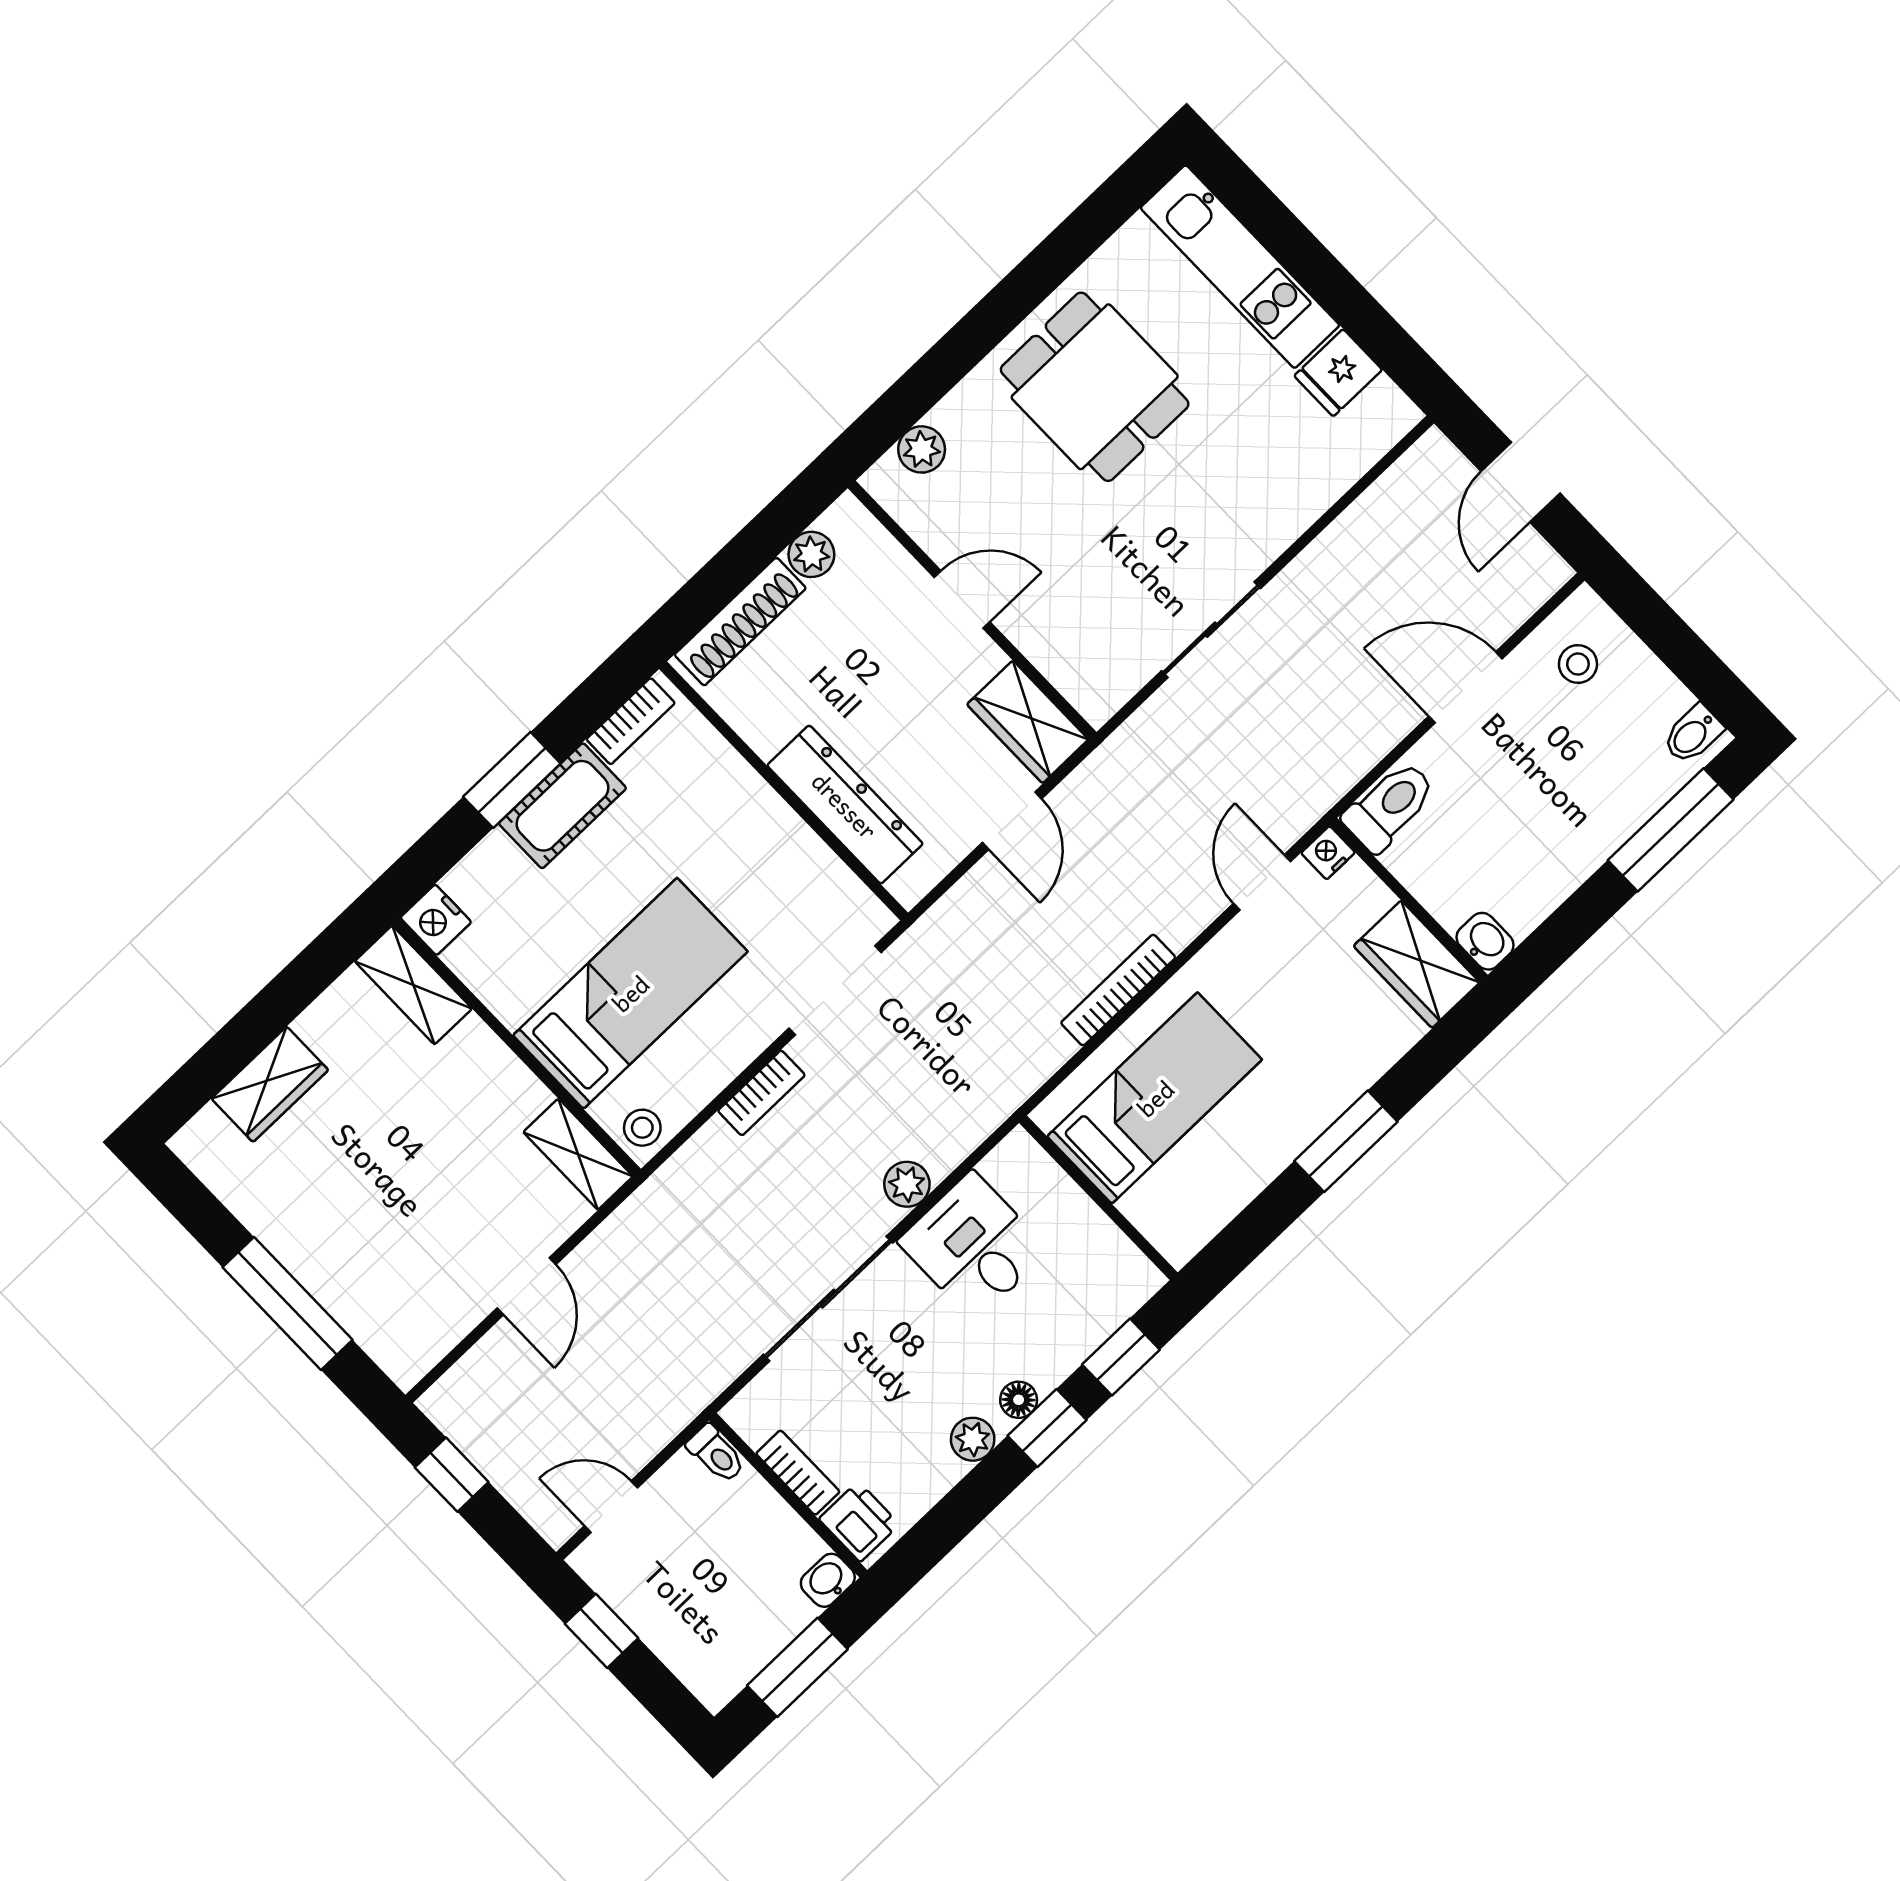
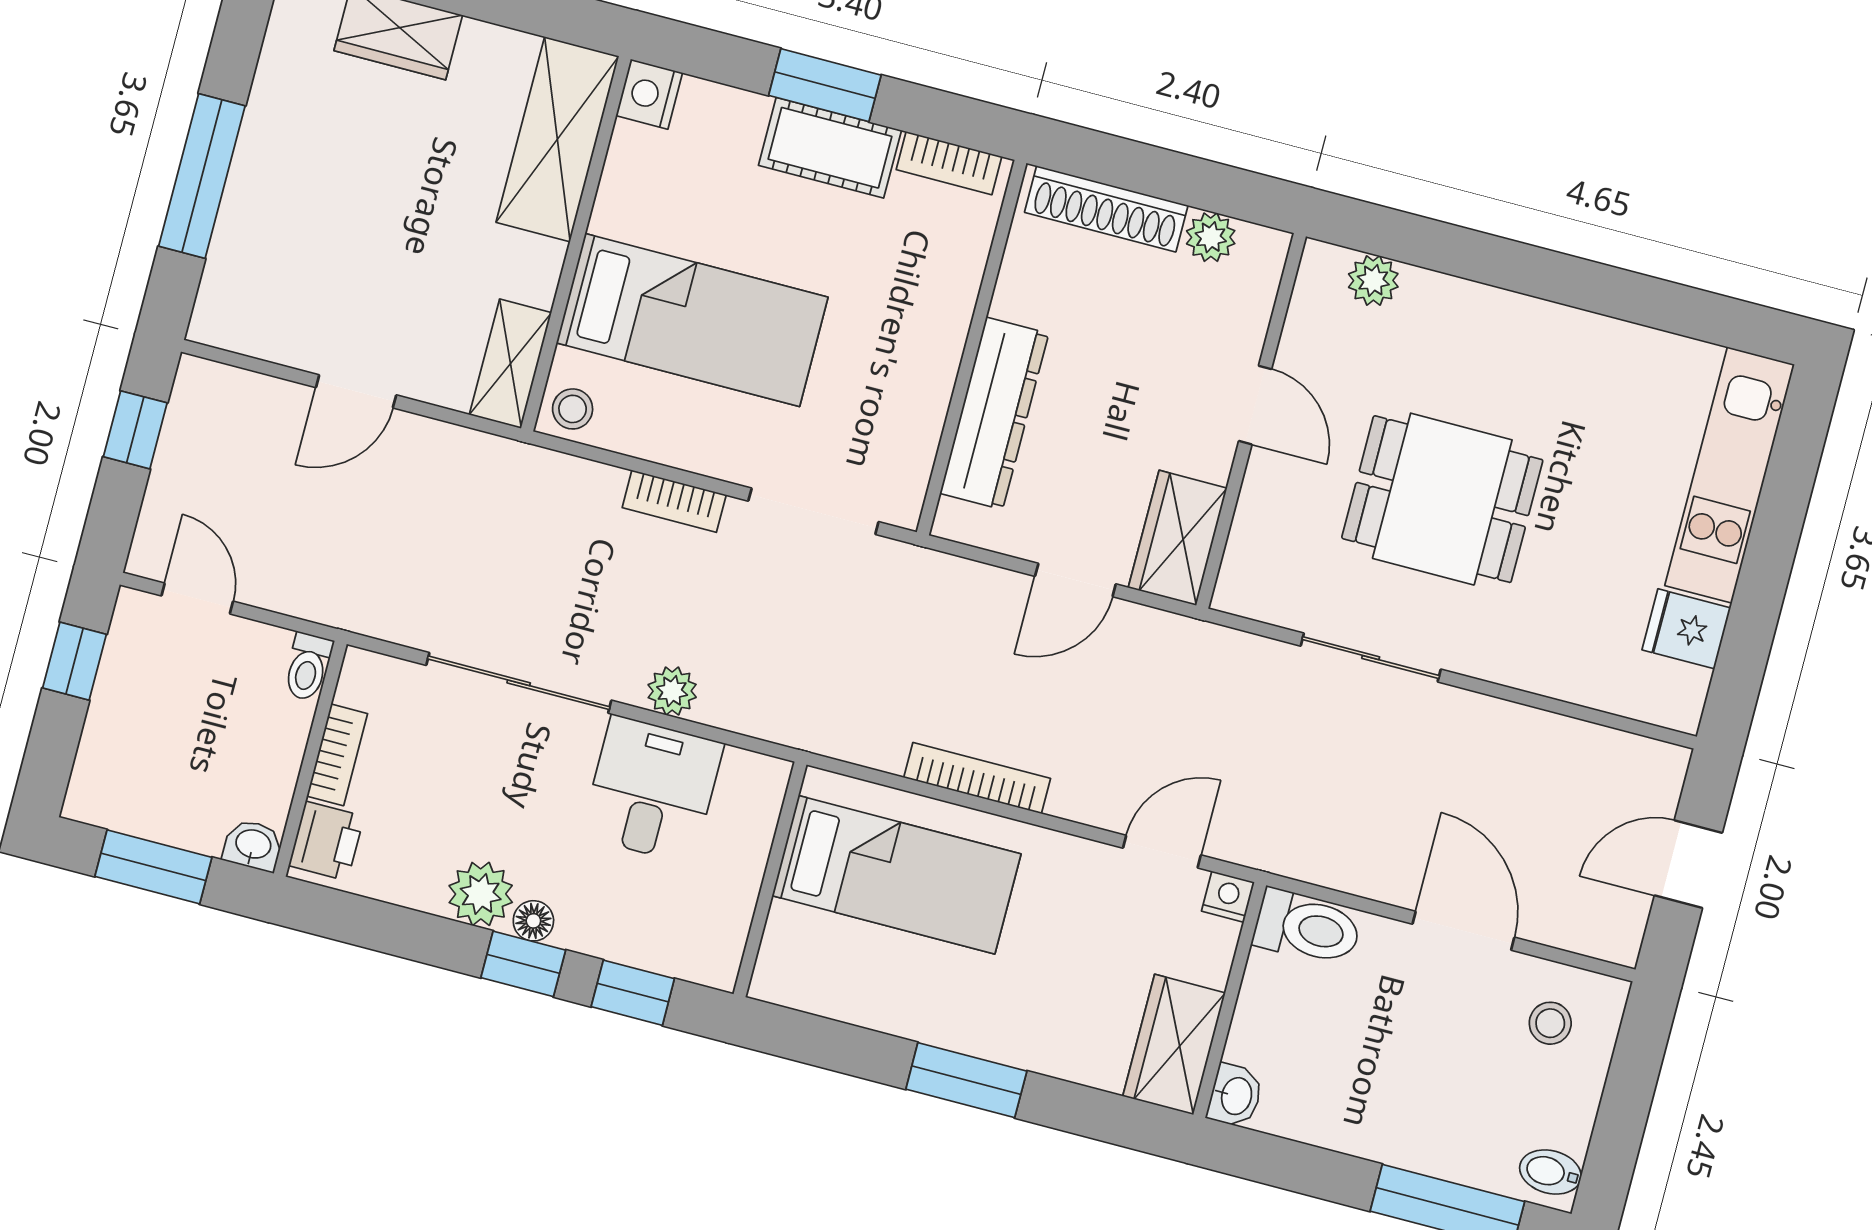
dining table: (1095, 387) -> (1442, 499), moved, turned 90
shelving: (413, 985) -> (557, 139), width x1.50, depth x1.33
plant: (973, 1439) -> (481, 894), width x1.38, depth x1.38

